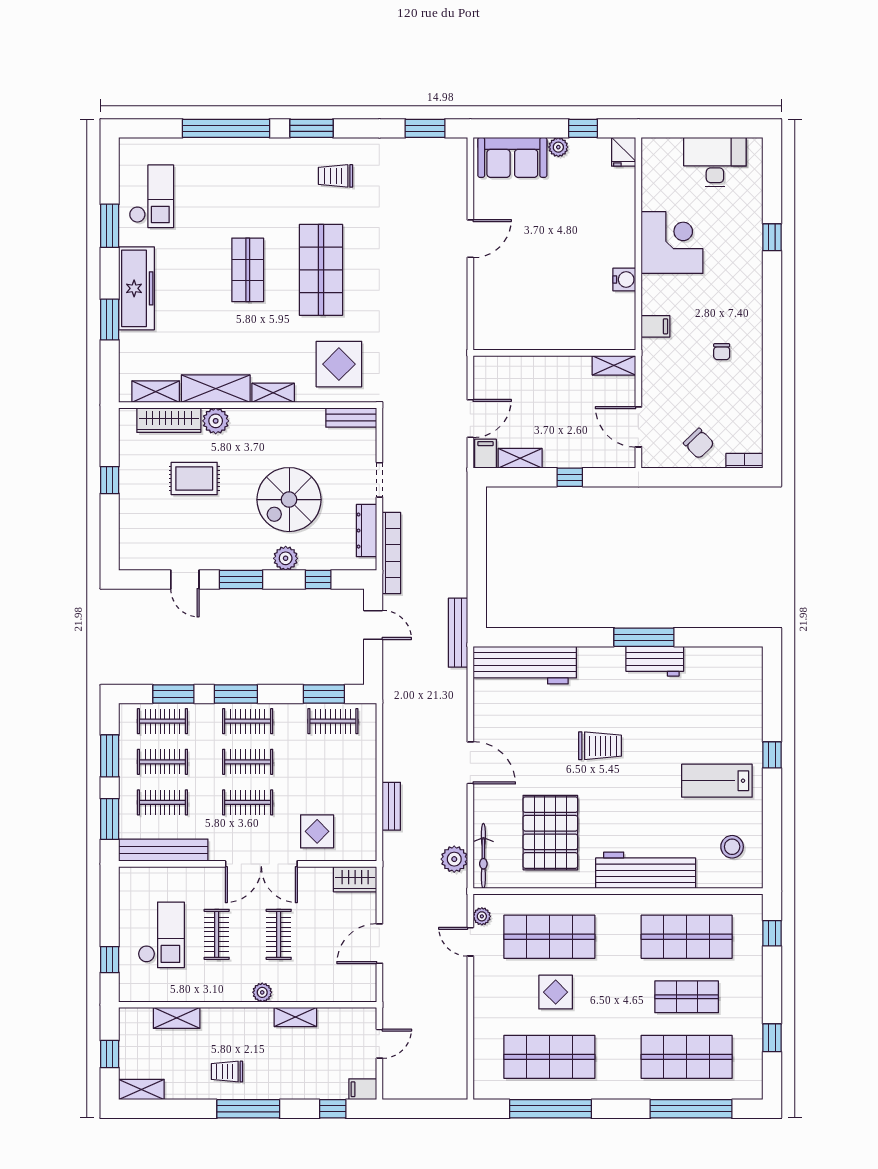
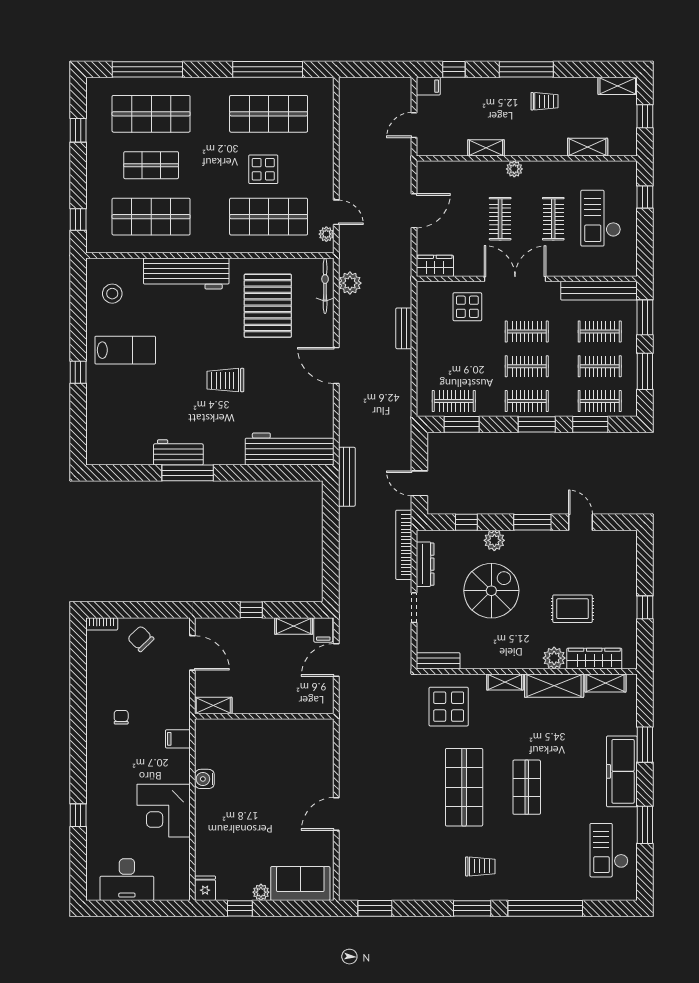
trolley: (336, 176) -> (480, 866), moved

